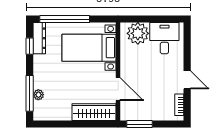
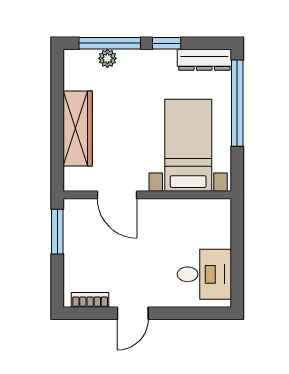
plant: (138, 33) -> (213, 229), removed
window: (30, 46) -> (167, 43), moved
door: (118, 89) -> (117, 195), hinge flipped
wardrobe: (94, 112) -> (78, 128), moved

